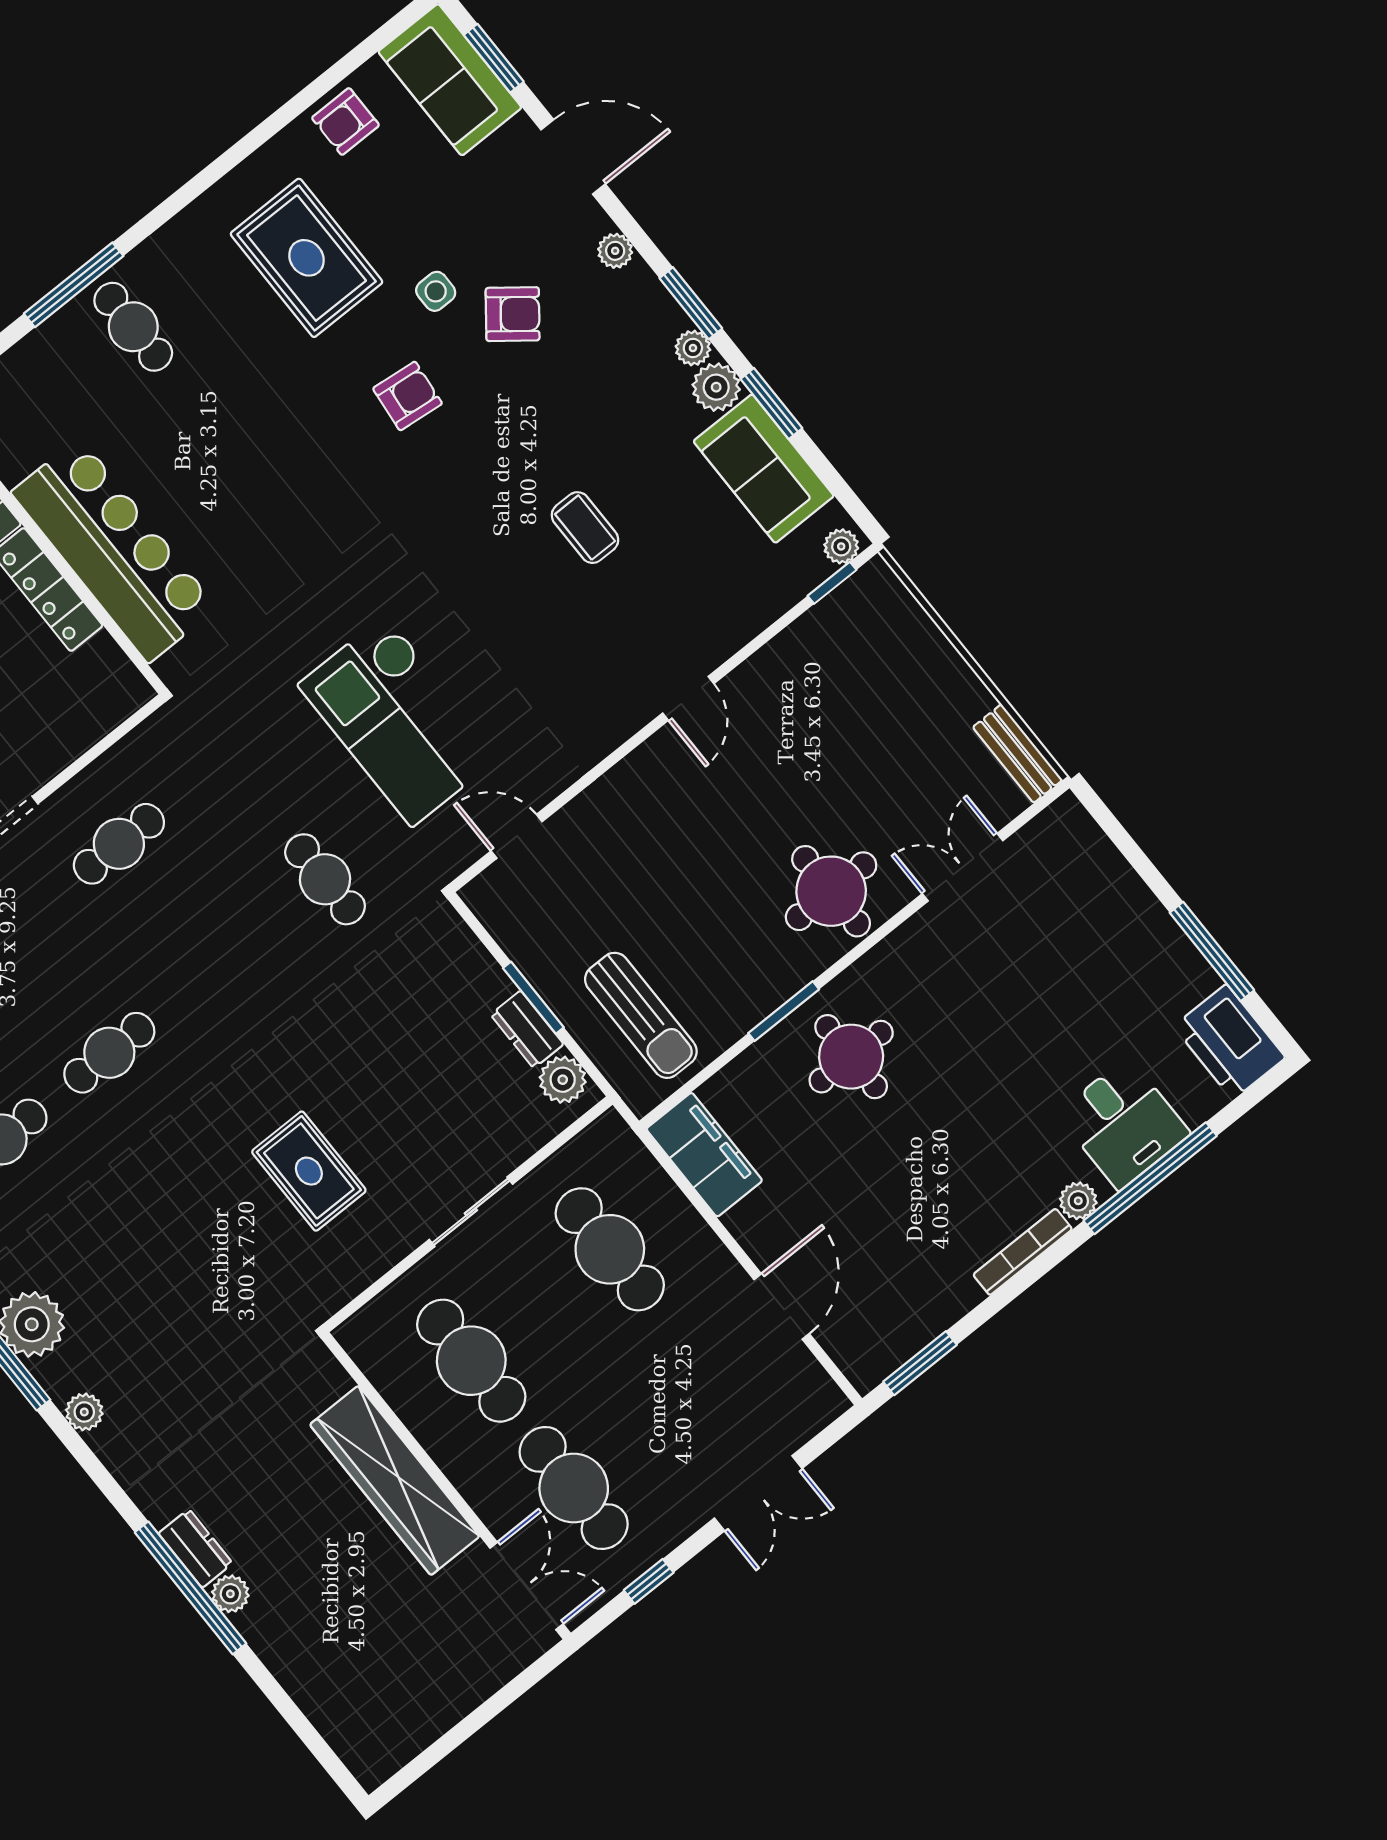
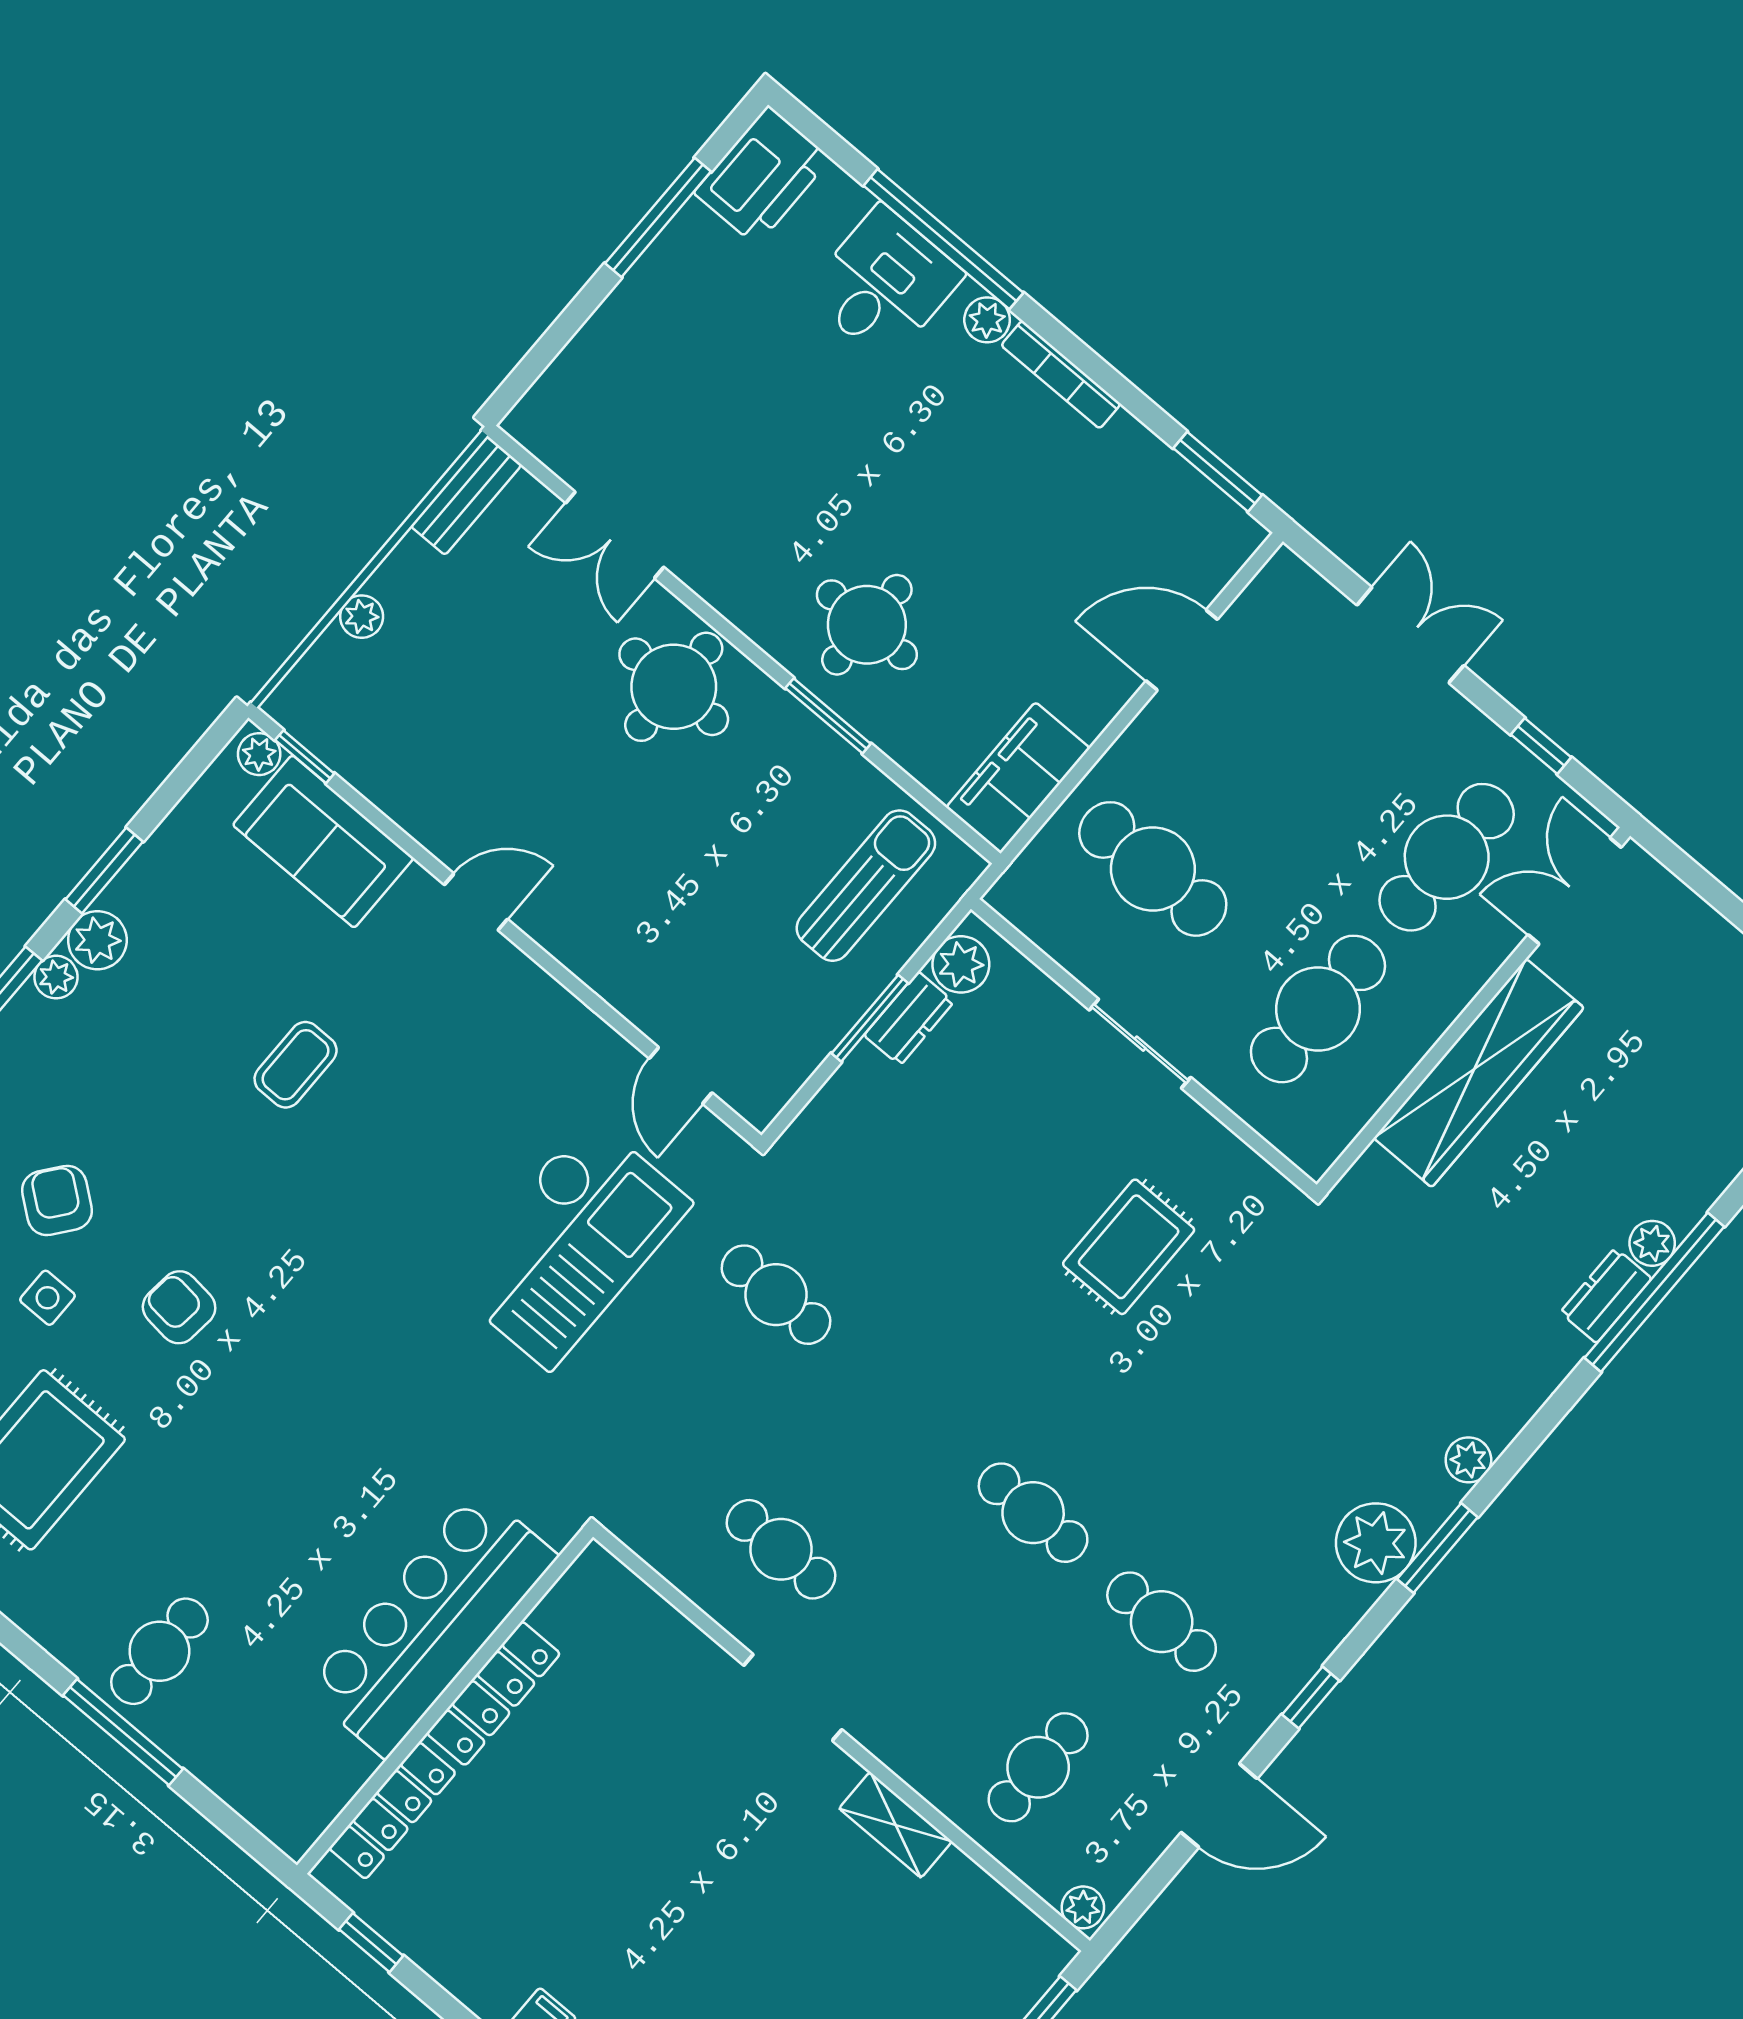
sofa: (764, 469) -> (323, 841), moved, turned 90
plant: (936, 650) -> (362, 617), added
cafe table: (325, 879) -> (776, 1295), turned 90
cafe table: (610, 1249) -> (1153, 869), turned 90

